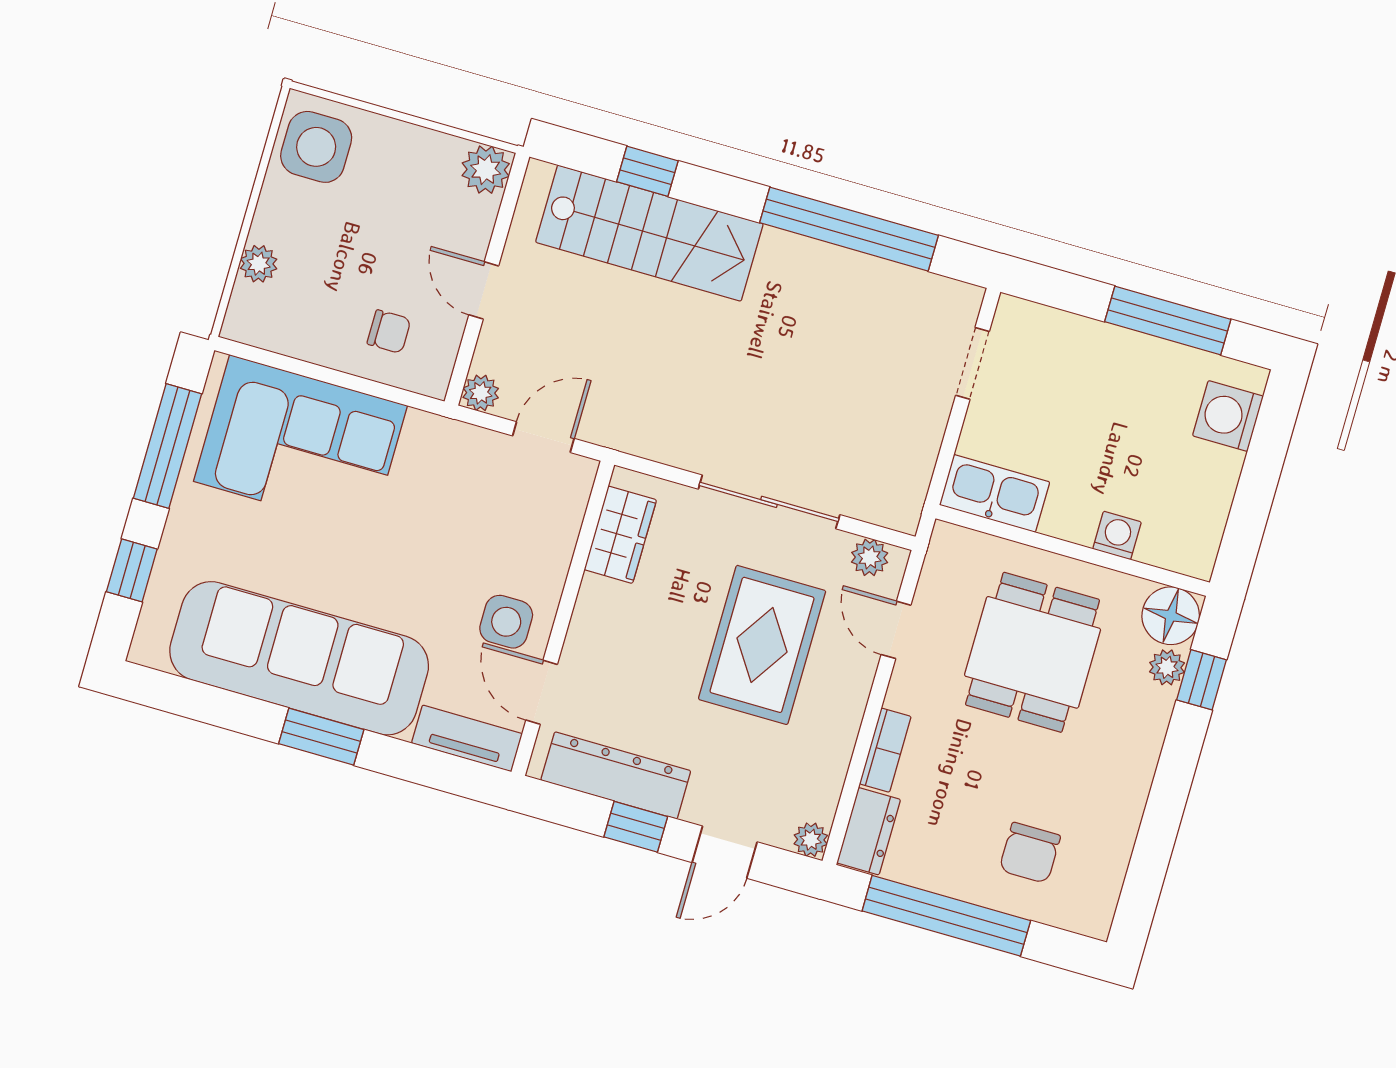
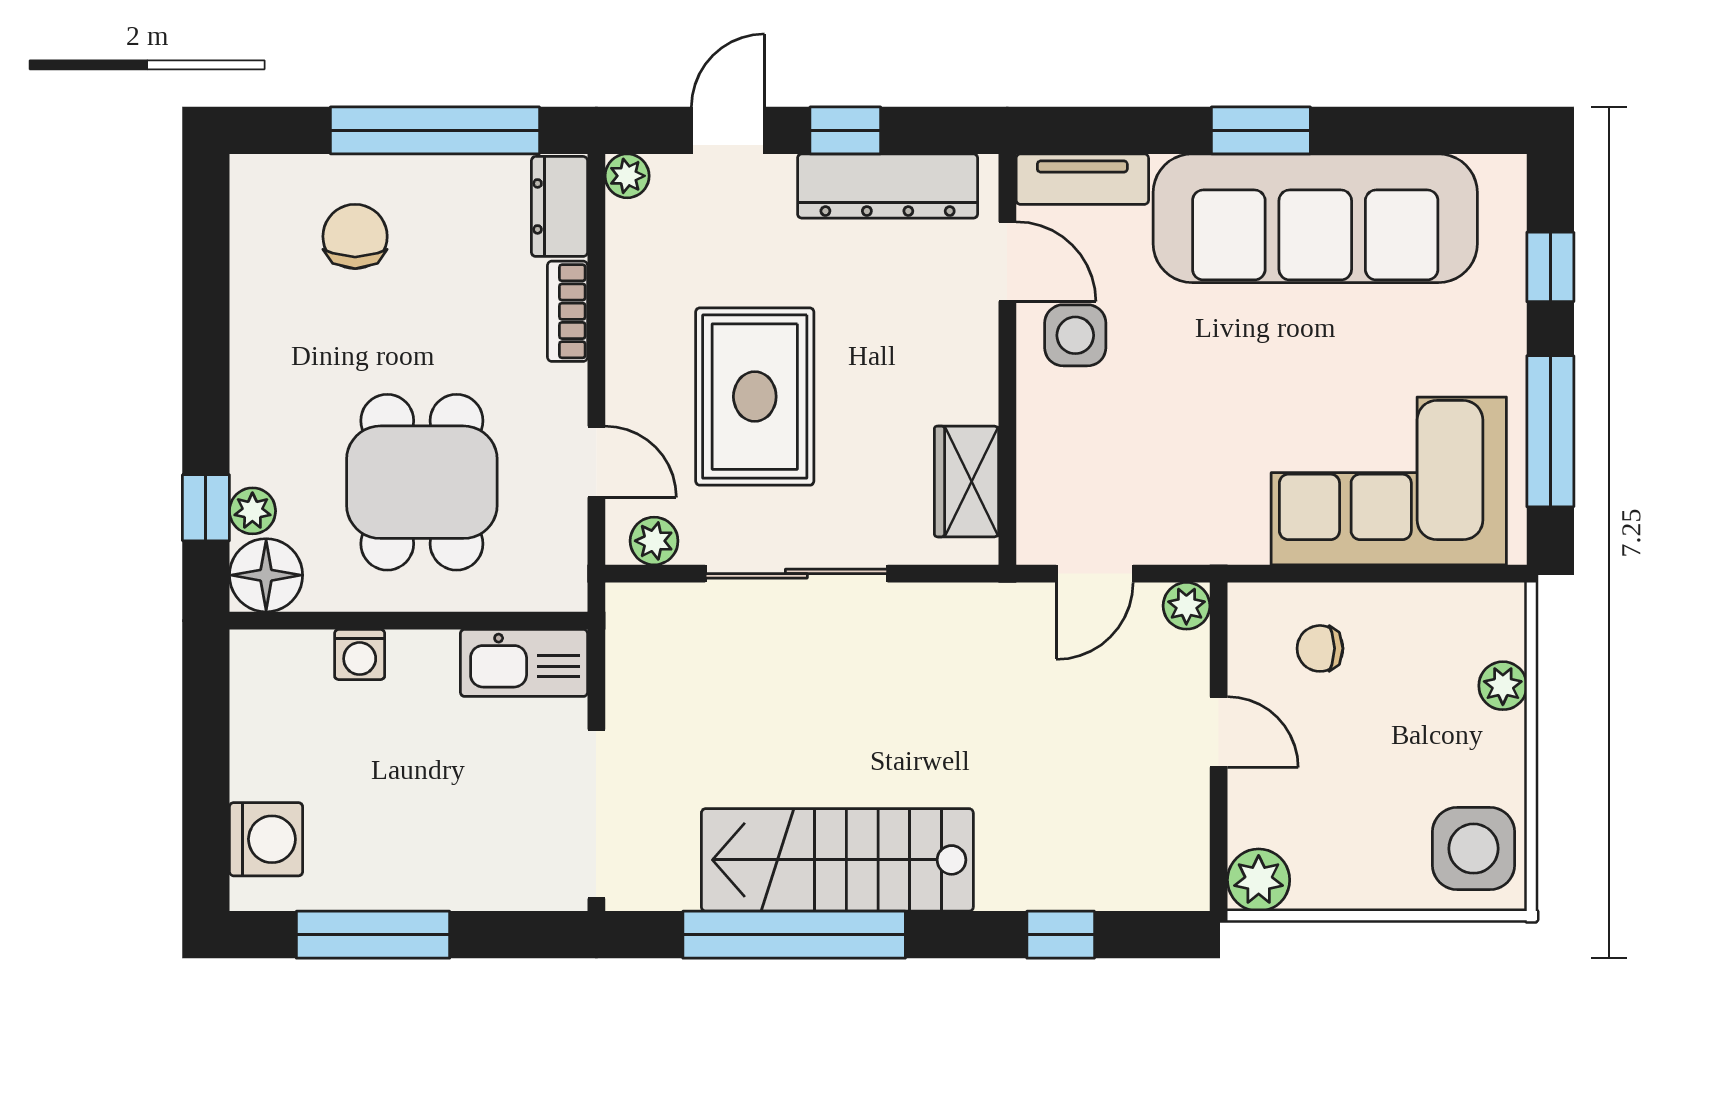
stairs: (649, 233) -> (837, 860), moved
doorway: (973, 363) -> (596, 814), width x1.88

